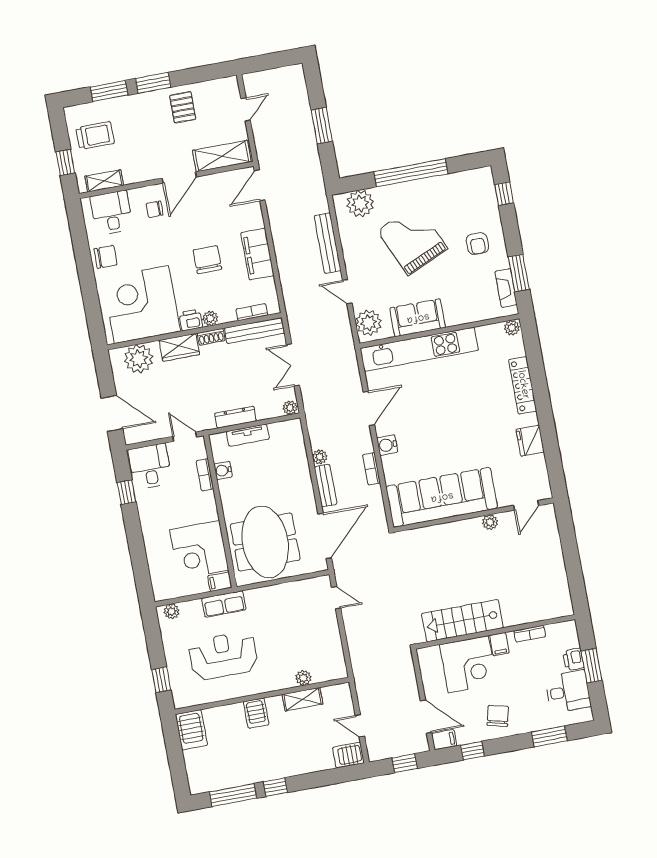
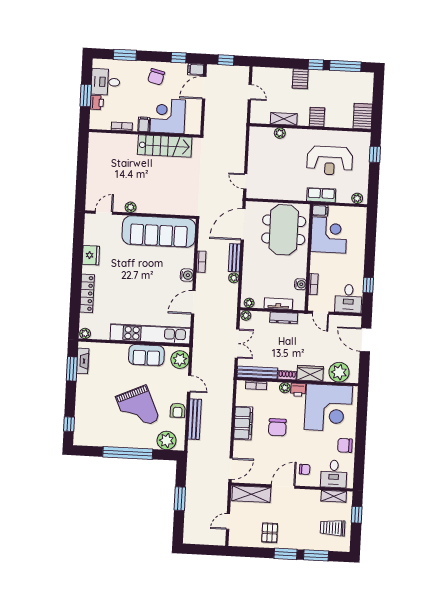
armchair: (477, 244) -> (178, 410), moved, turned 180
plant: (290, 427) -> (249, 303), added
door: (426, 717) -> (204, 88), hinge flipped
server rack: (348, 755) -> (300, 79), moved, turned 90

